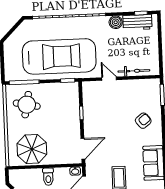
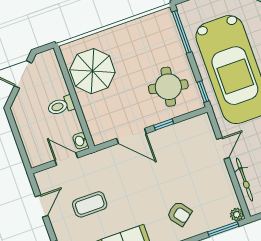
plant: (155, 83) -> (237, 215), added
round table: (27, 105) -> (168, 87), moved
door: (83, 149) -> (131, 136), moved

